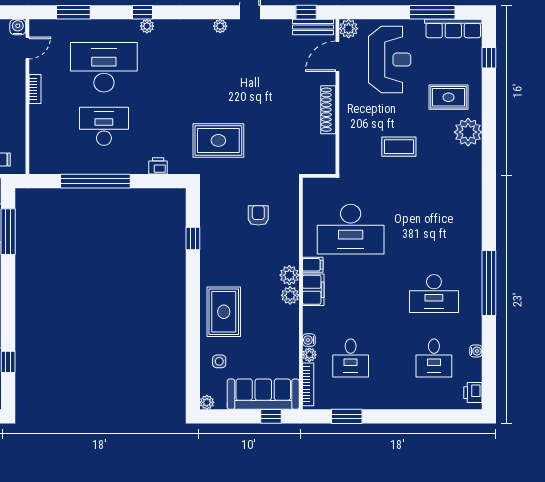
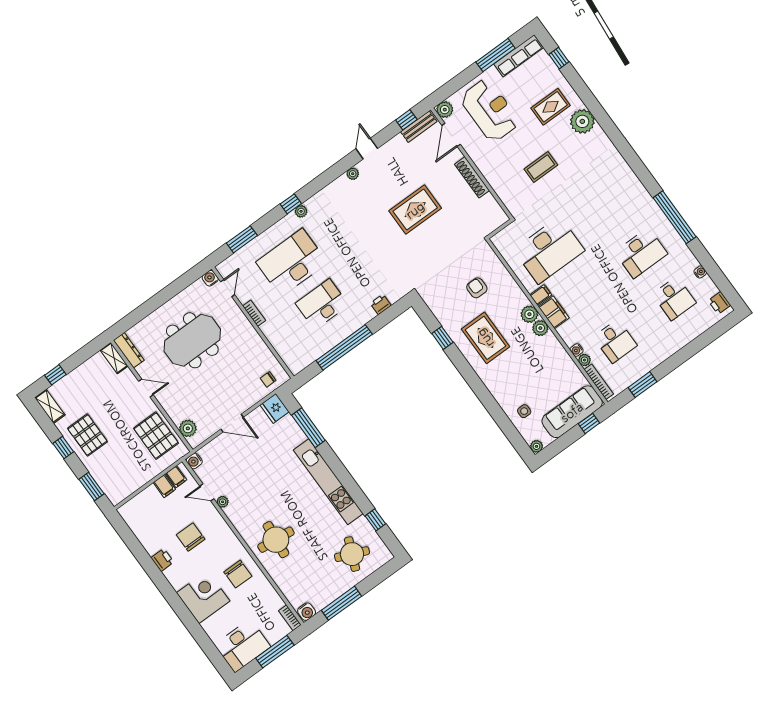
rug: (218, 140) -> (415, 210), moved
rug: (224, 312) -> (485, 338), moved

